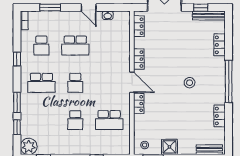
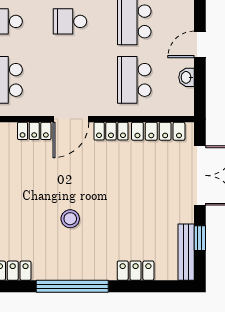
locker: (139, 26) -> (158, 131), width x1.53
school desk: (109, 46) -> (134, 80), added

